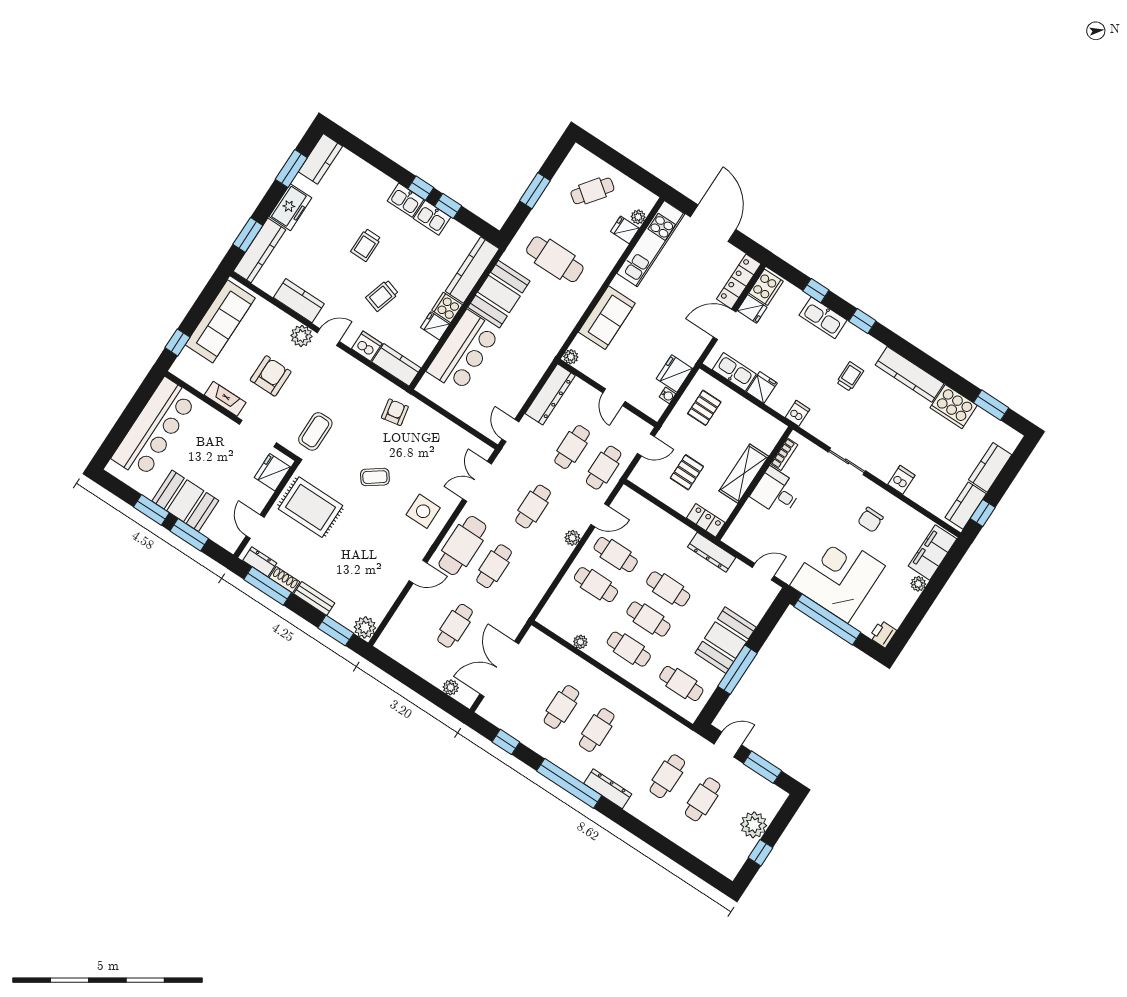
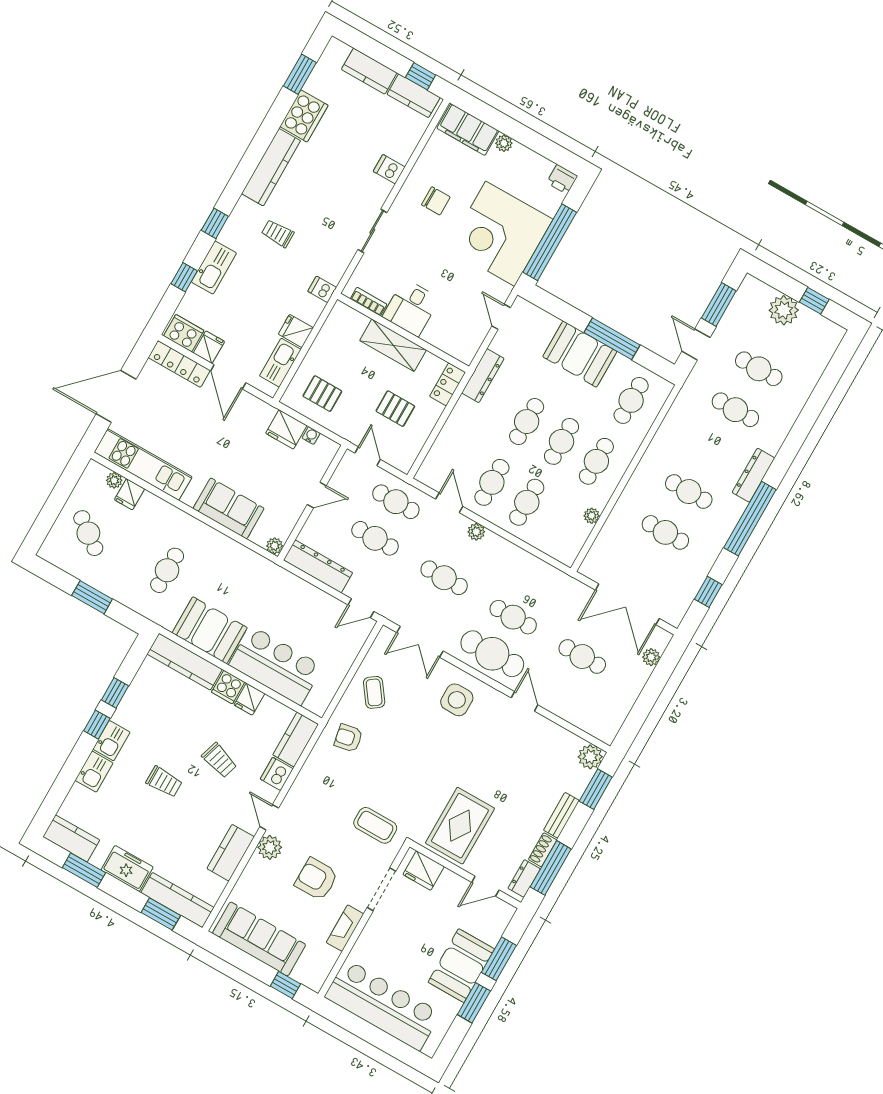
kitchen sink: (432, 218) -> (94, 772), moved
cafe table: (555, 259) -> (167, 570), width x0.73, depth x0.74
coffee table: (375, 477) -> (374, 692), moved

